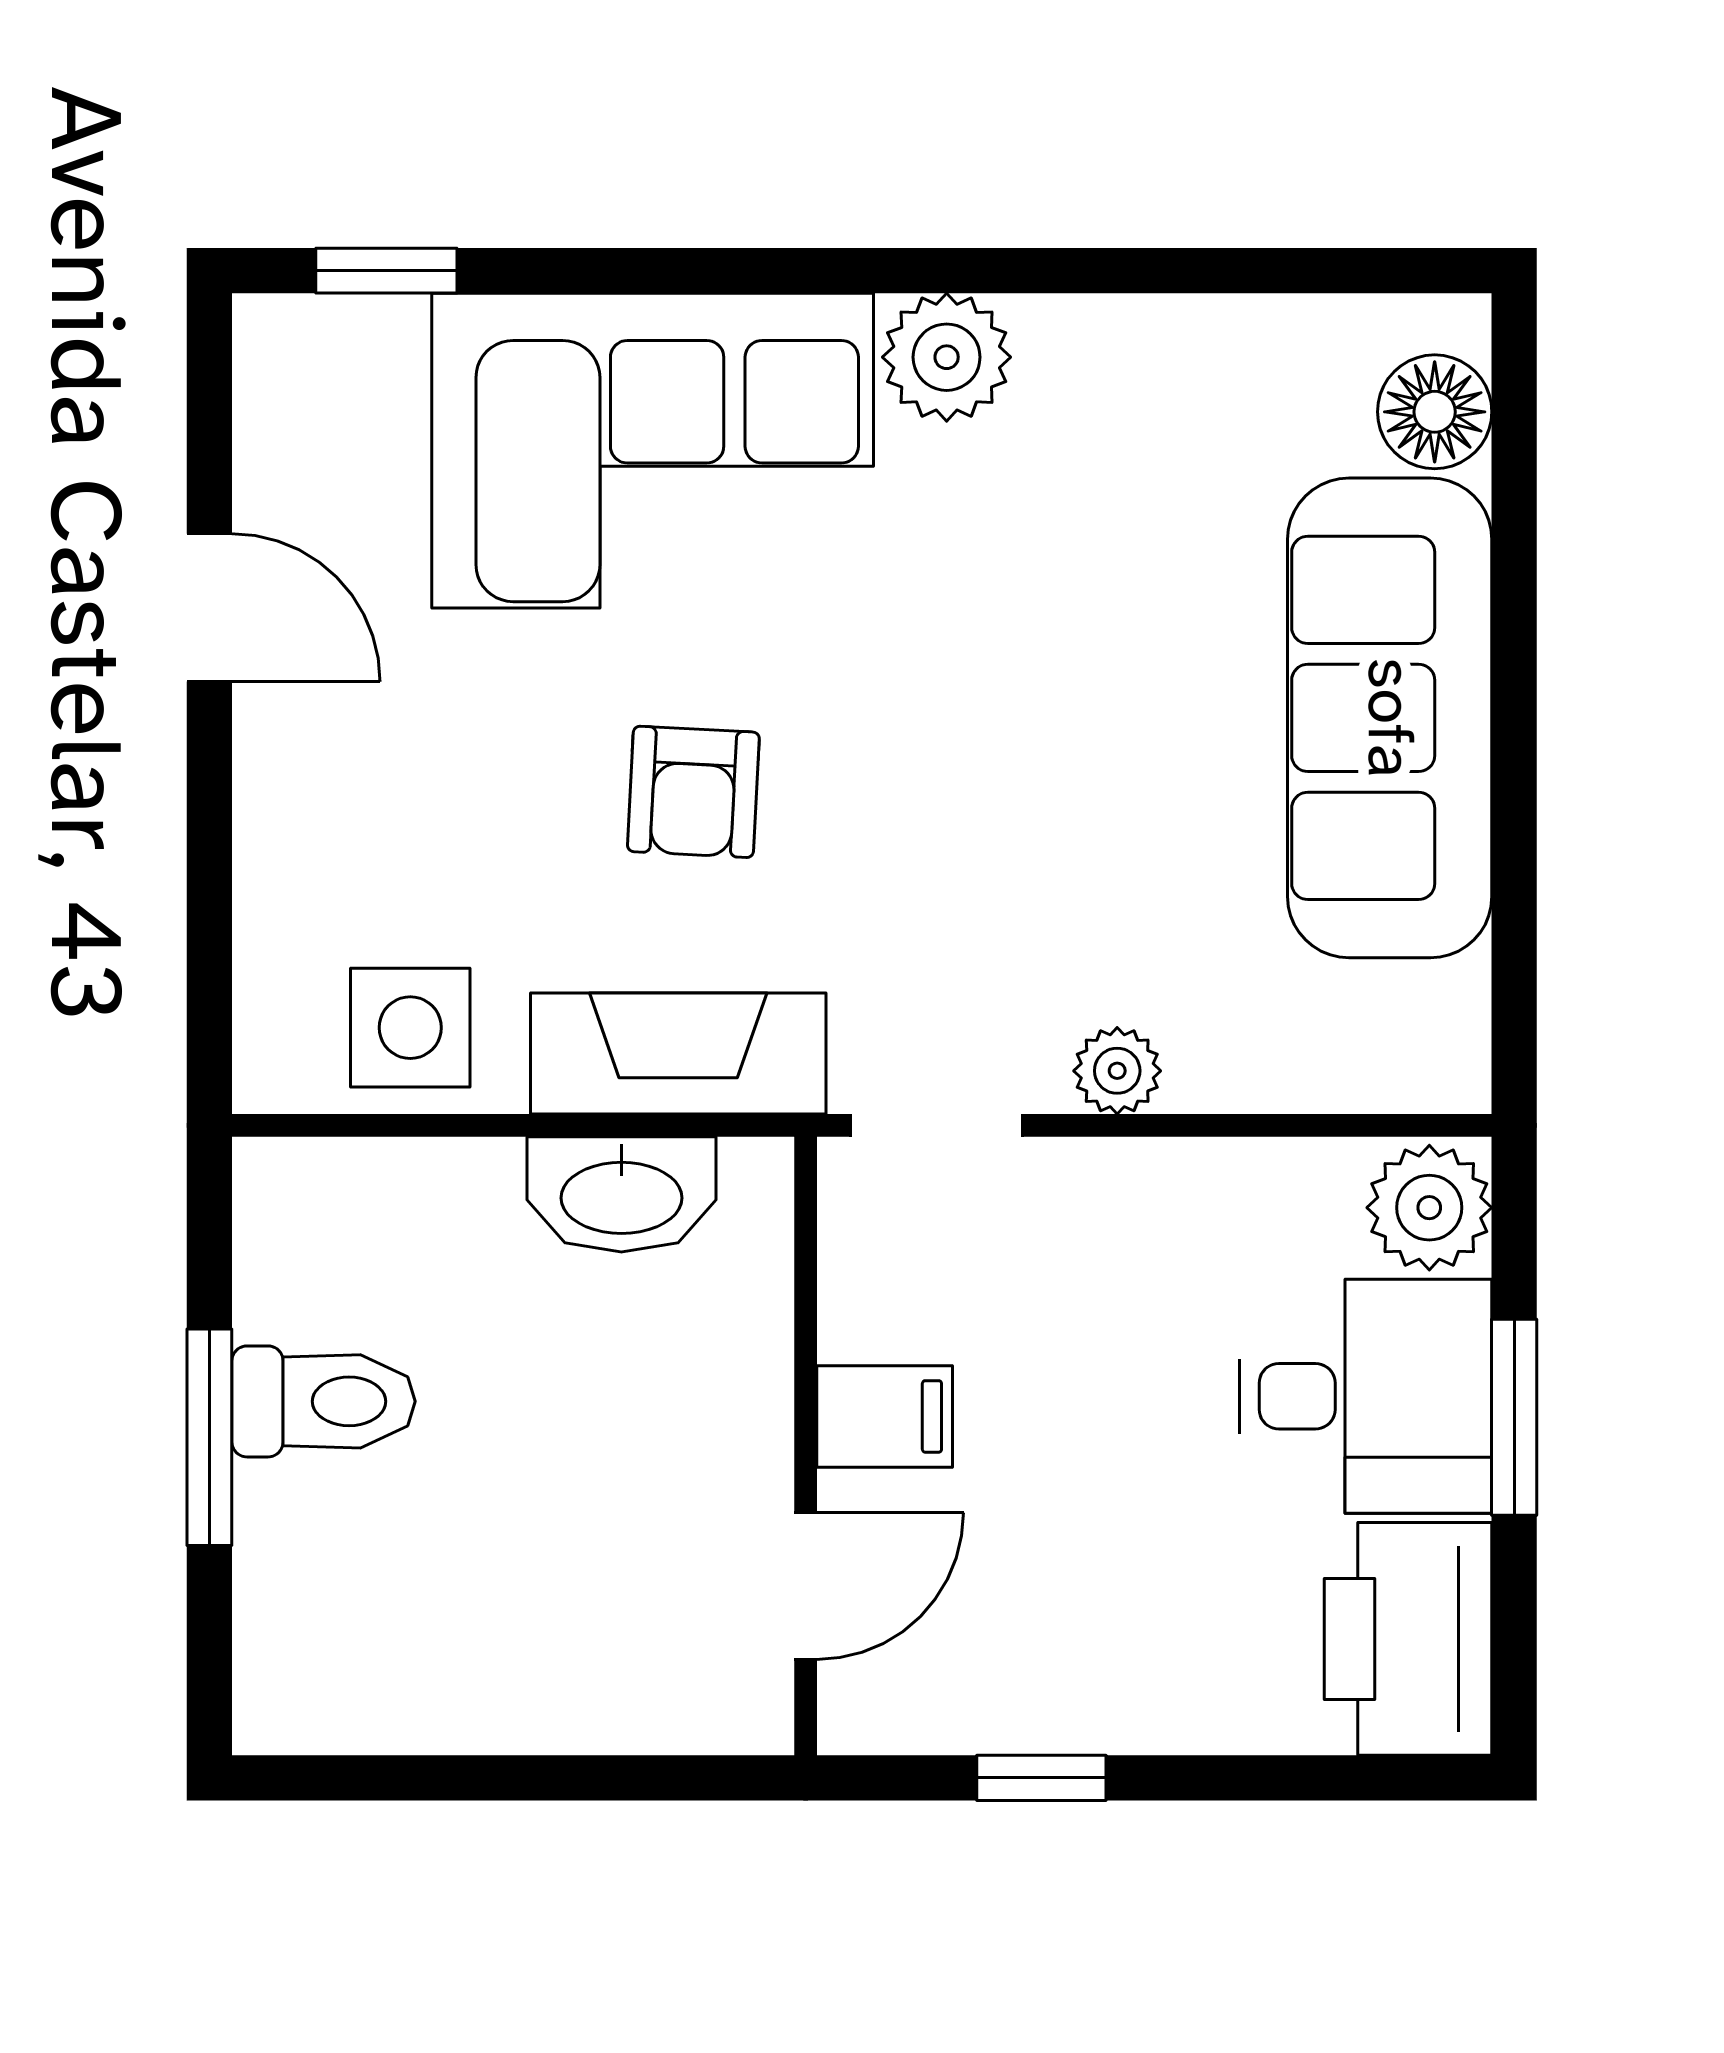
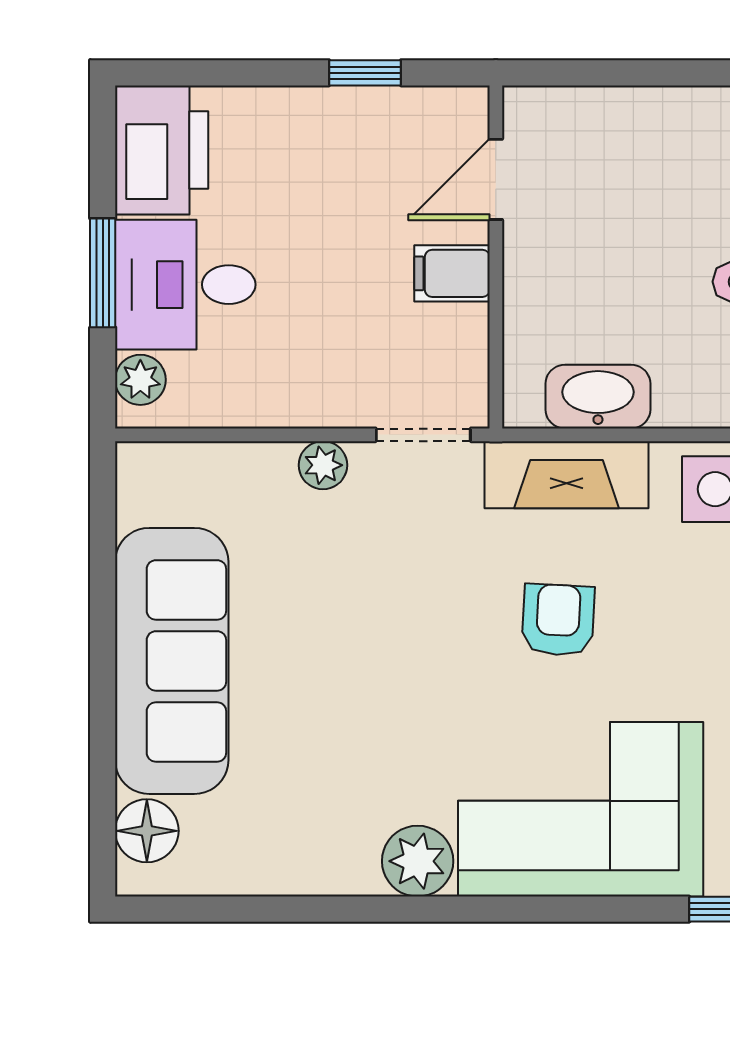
plant: (1429, 1208) -> (140, 380), width x0.73, depth x0.73

